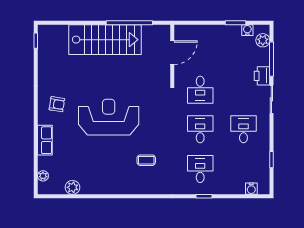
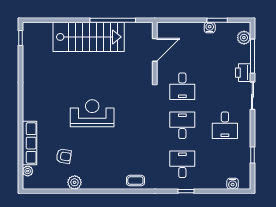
water cooler: (247, 30) -> (210, 28), moved
armchair: (57, 104) -> (64, 156), moved
reception desk: (109, 117) -> (92, 113), width x0.74, depth x0.77
desk: (243, 129) -> (225, 125), turned 180
row of seats: (45, 140) -> (29, 143), width x1.48
coffee table: (146, 160) -> (135, 181), moved
plant: (73, 187) -> (75, 182), moved

